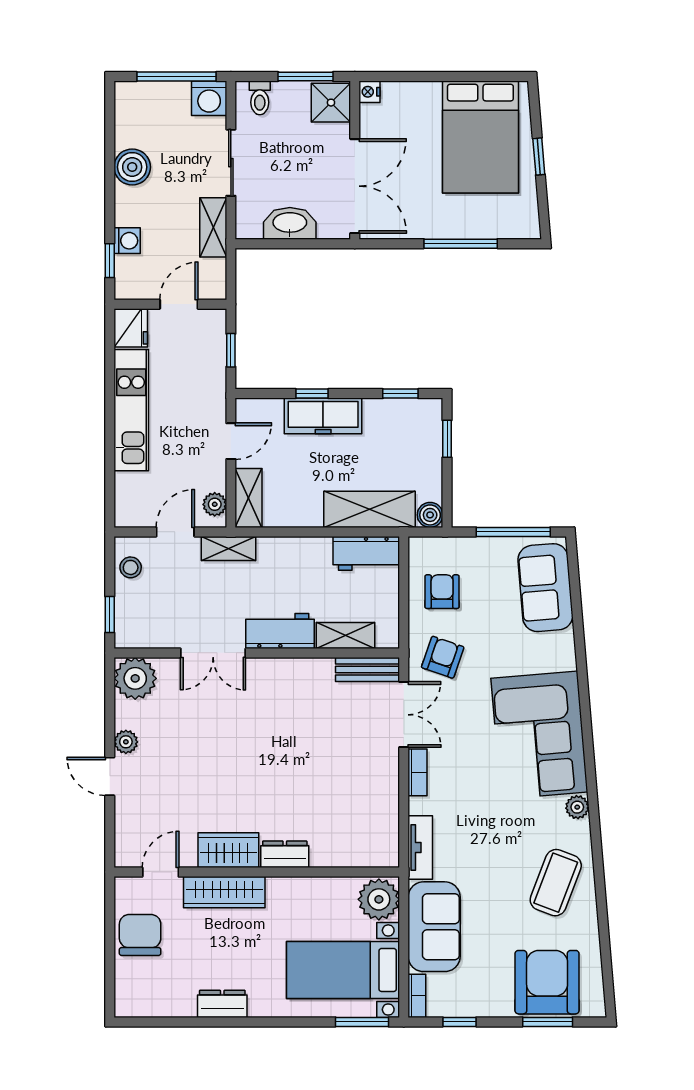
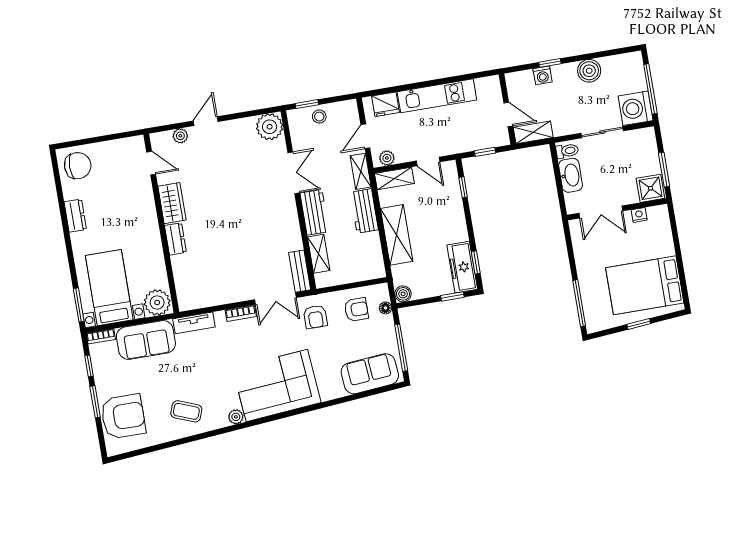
nightstand: (369, 92) -> (639, 215), moved
washing machine: (209, 98) -> (636, 108), width x1.37, depth x1.37
toilet: (260, 98) -> (567, 151), moved, turned 180
double door: (355, 186) -> (601, 212), width x0.73
shelving: (213, 227) -> (533, 132), moved
window: (461, 244) -> (579, 303), moved
window: (110, 261) -> (550, 63), moved
fridge: (131, 328) -> (385, 104), moved
window: (312, 394) -> (463, 187), moved
freezer: (323, 416) -> (462, 267), moved
shelving: (369, 509) -> (397, 235), moved
door: (175, 532) -> (365, 136), swing flipped
floor lamp: (447, 546) -> (385, 308), added
workbench: (366, 553) -> (364, 211), moved
stool: (131, 567) -> (319, 117), moved
double door: (213, 653) -> (294, 173), swing flipped
armchair: (443, 657) -> (315, 317), turned 71
plant: (126, 742) -> (180, 136), moved
coffee table: (556, 883) -> (186, 411), width x0.73, depth x0.77
wardrobe: (224, 892) -> (145, 205), removed
chair: (140, 935) -> (78, 166), moved
window: (548, 1022) -> (95, 402), moved

